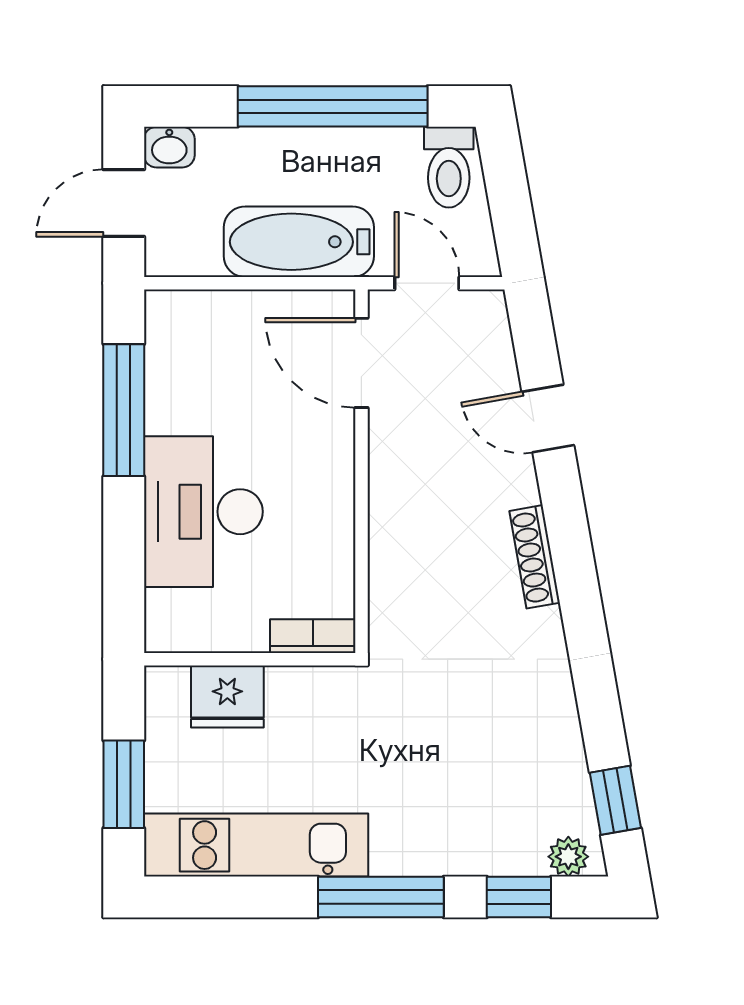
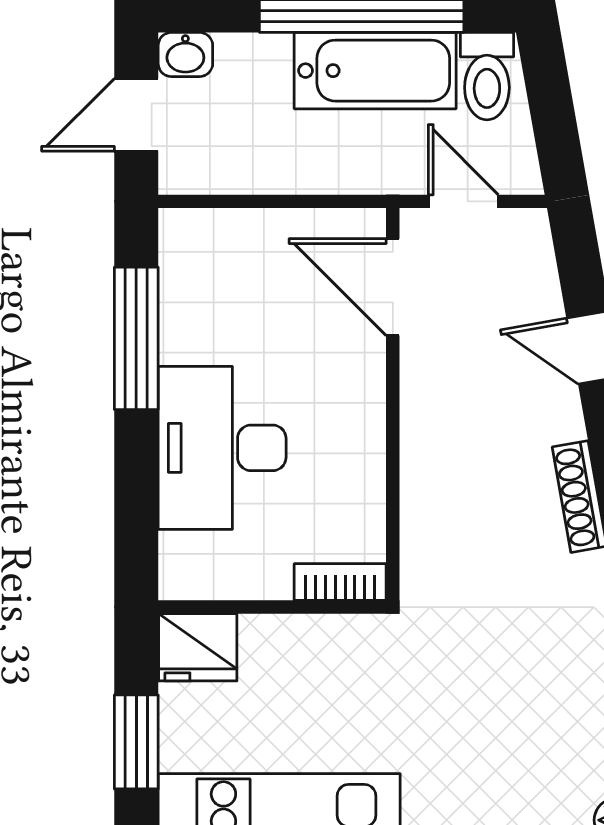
bathtub: (299, 242) -> (375, 71), moved, turned 180
fridge: (227, 696) -> (198, 647), moved

